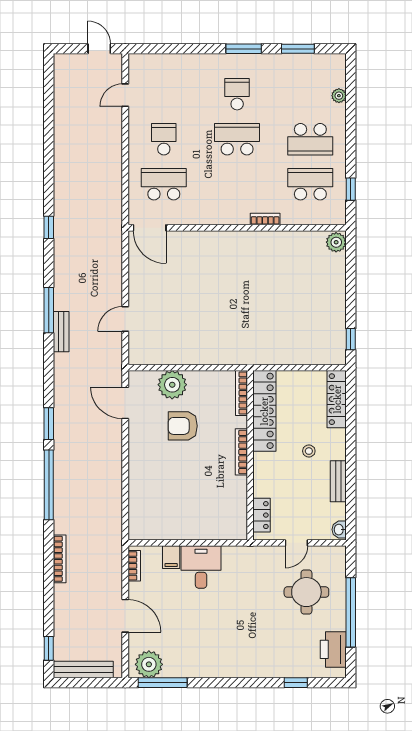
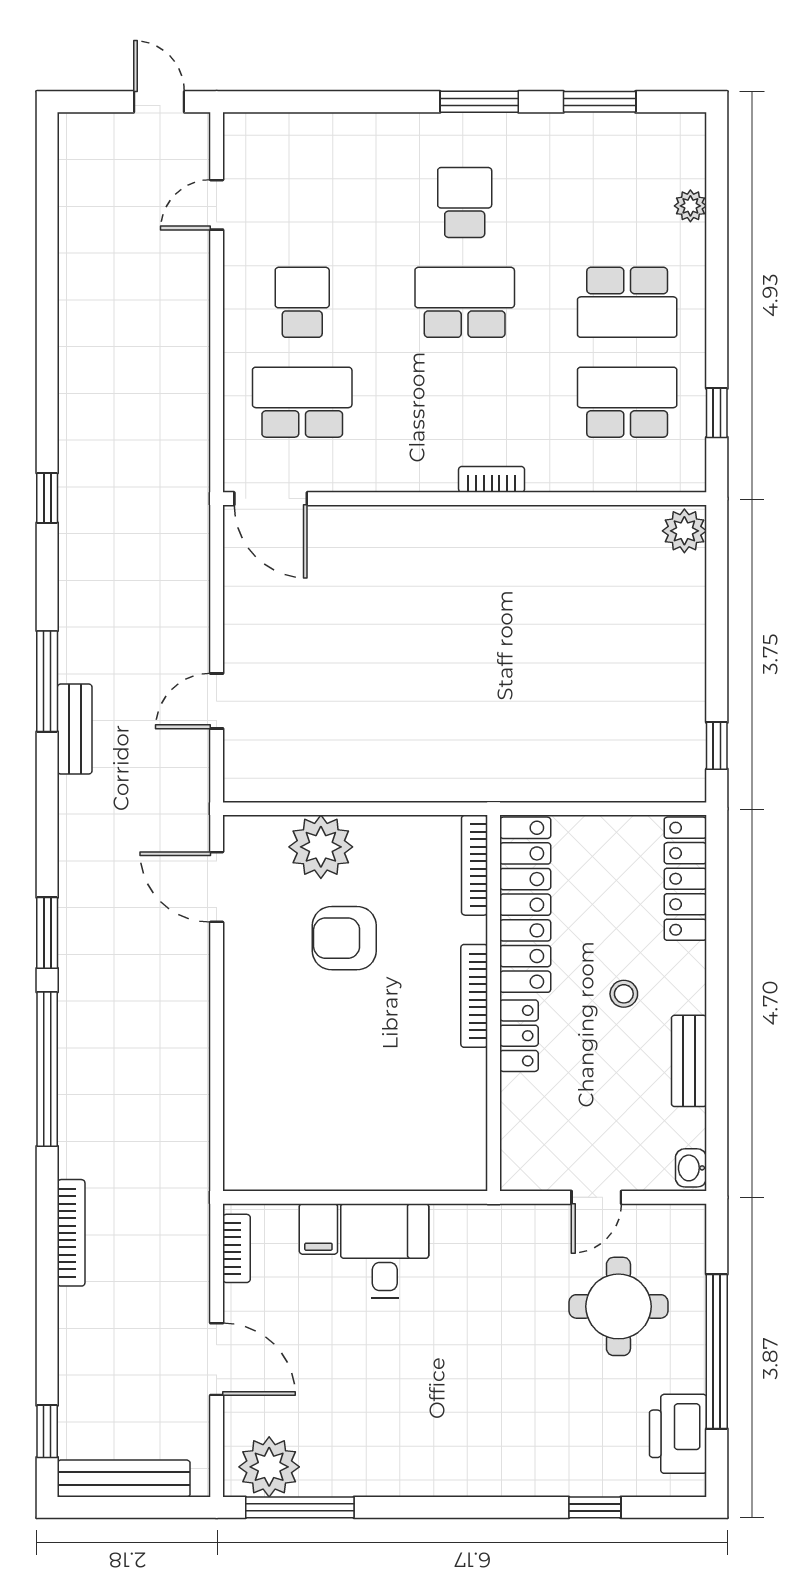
bookcase: (265, 219) -> (492, 479), moved
locker: (262, 515) -> (519, 1036), moved

